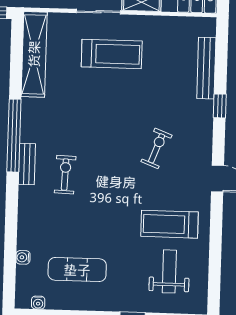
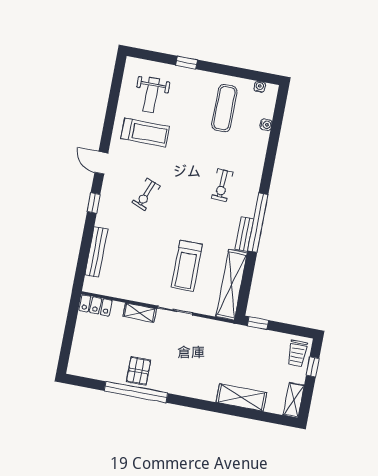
treadmill: (112, 54) -> (187, 266), moved, turned -90
window: (220, 106) -> (94, 203), moved
bench: (27, 164) -> (244, 234), moved
exercise mat: (77, 270) -> (224, 108), turned 90

